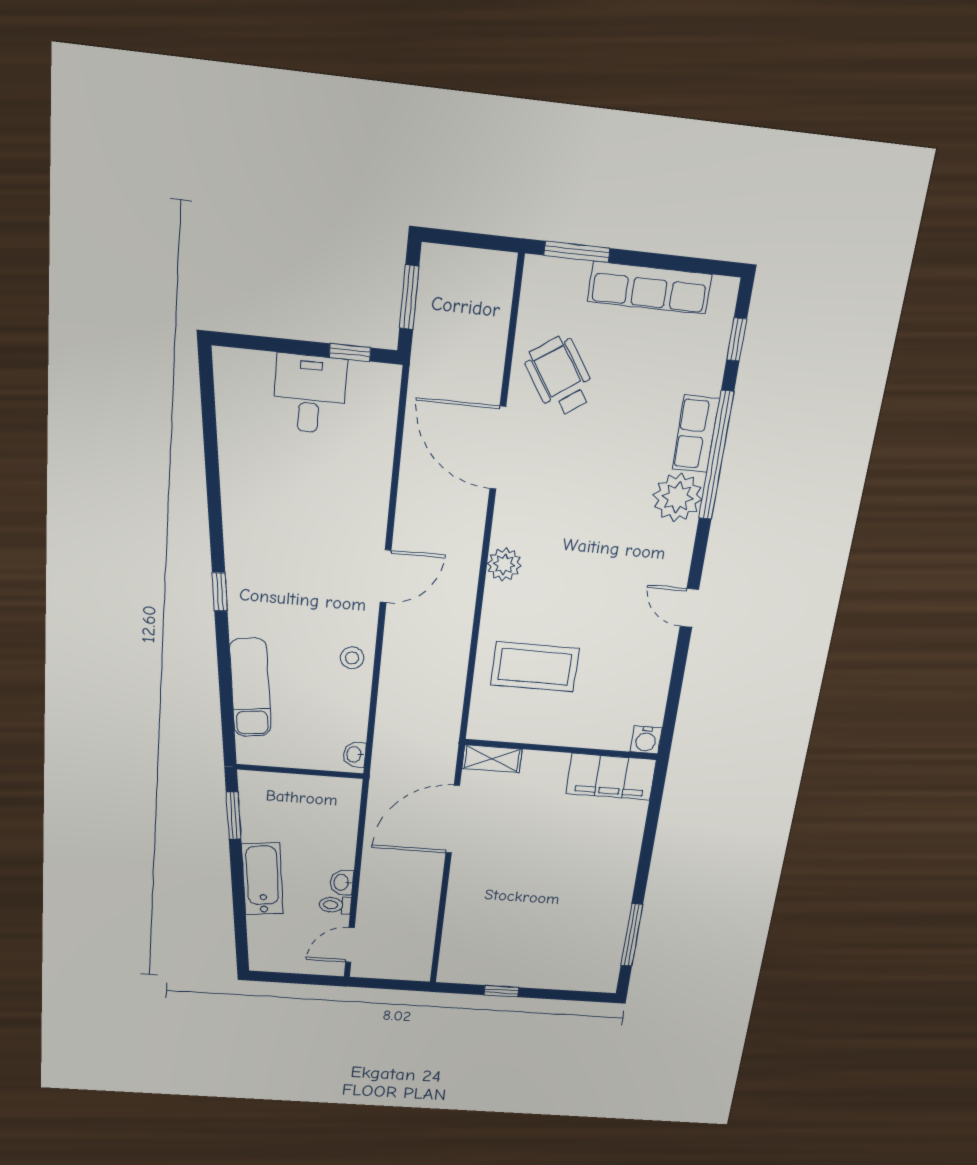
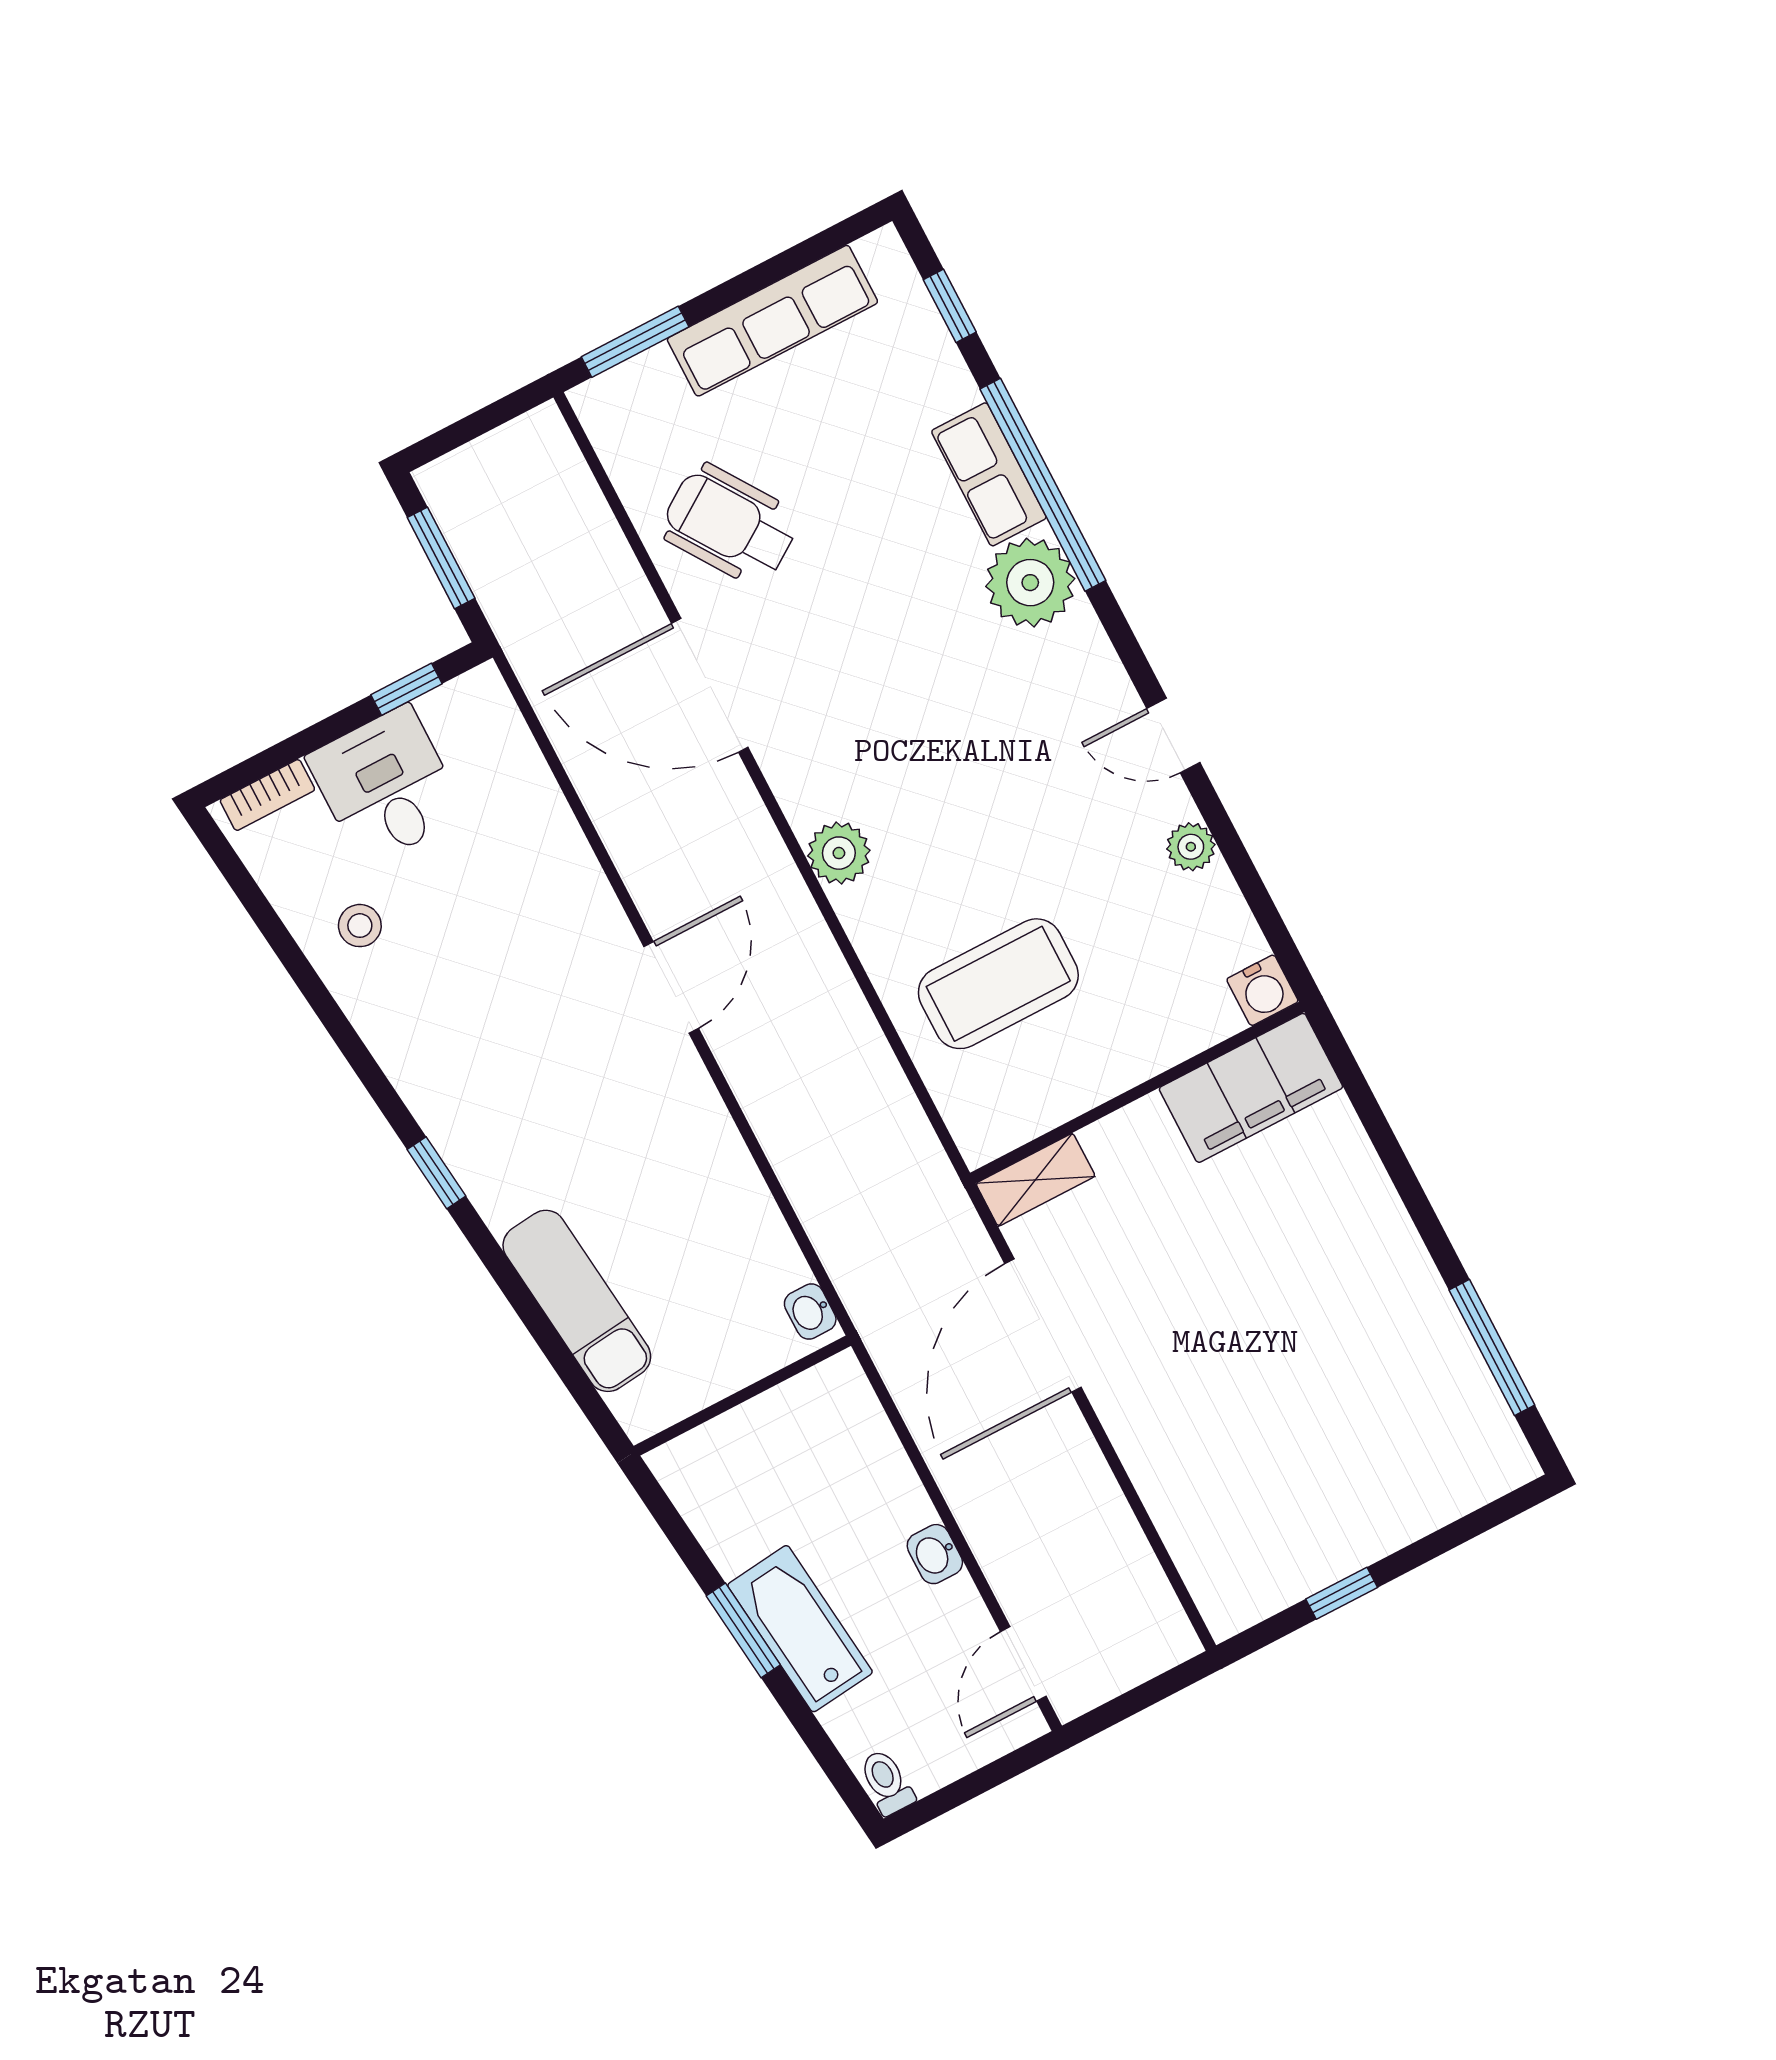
bookcase: (247, 360) -> (267, 795), added
stool: (352, 658) -> (360, 926), moved
plant: (661, 661) -> (1191, 847), added
window: (234, 816) -> (743, 1630), moved
toilet: (335, 905) -> (887, 1782), moved, turned 90

